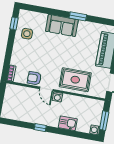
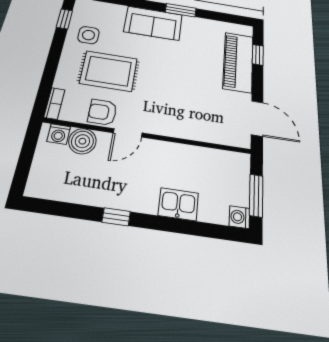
rug: (75, 80) -> (109, 71), moved
door: (46, 89) -> (128, 133), hinge flipped
boiler: (25, 93) -> (82, 141), added
washing machine: (57, 97) -> (59, 134), moved

